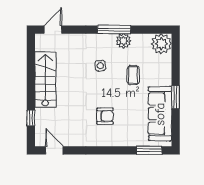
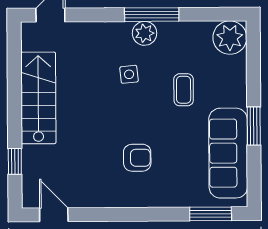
plant: (123, 41) -> (145, 33), moved

